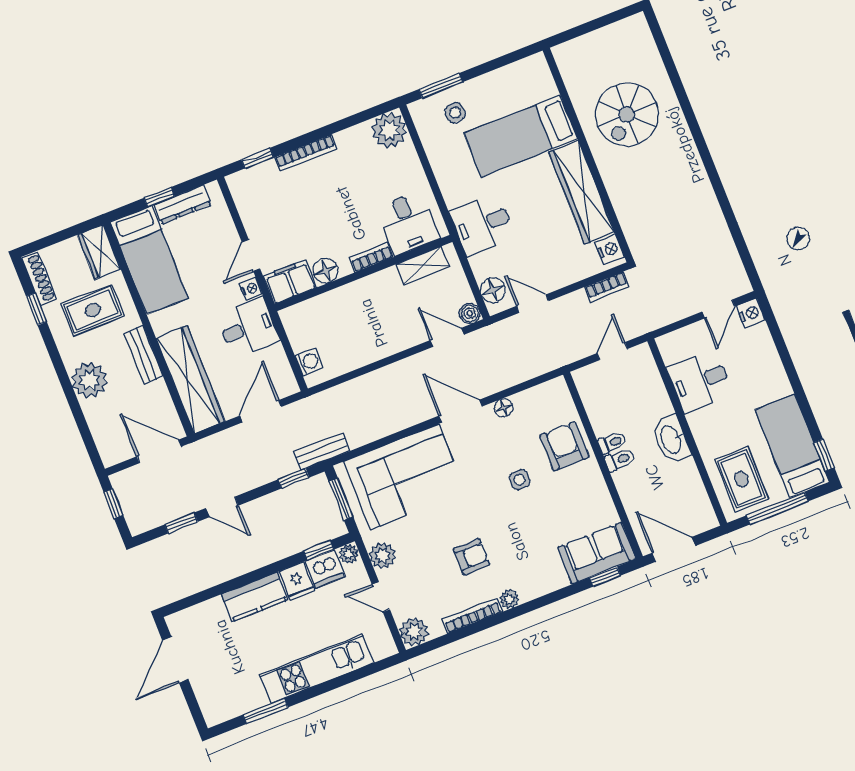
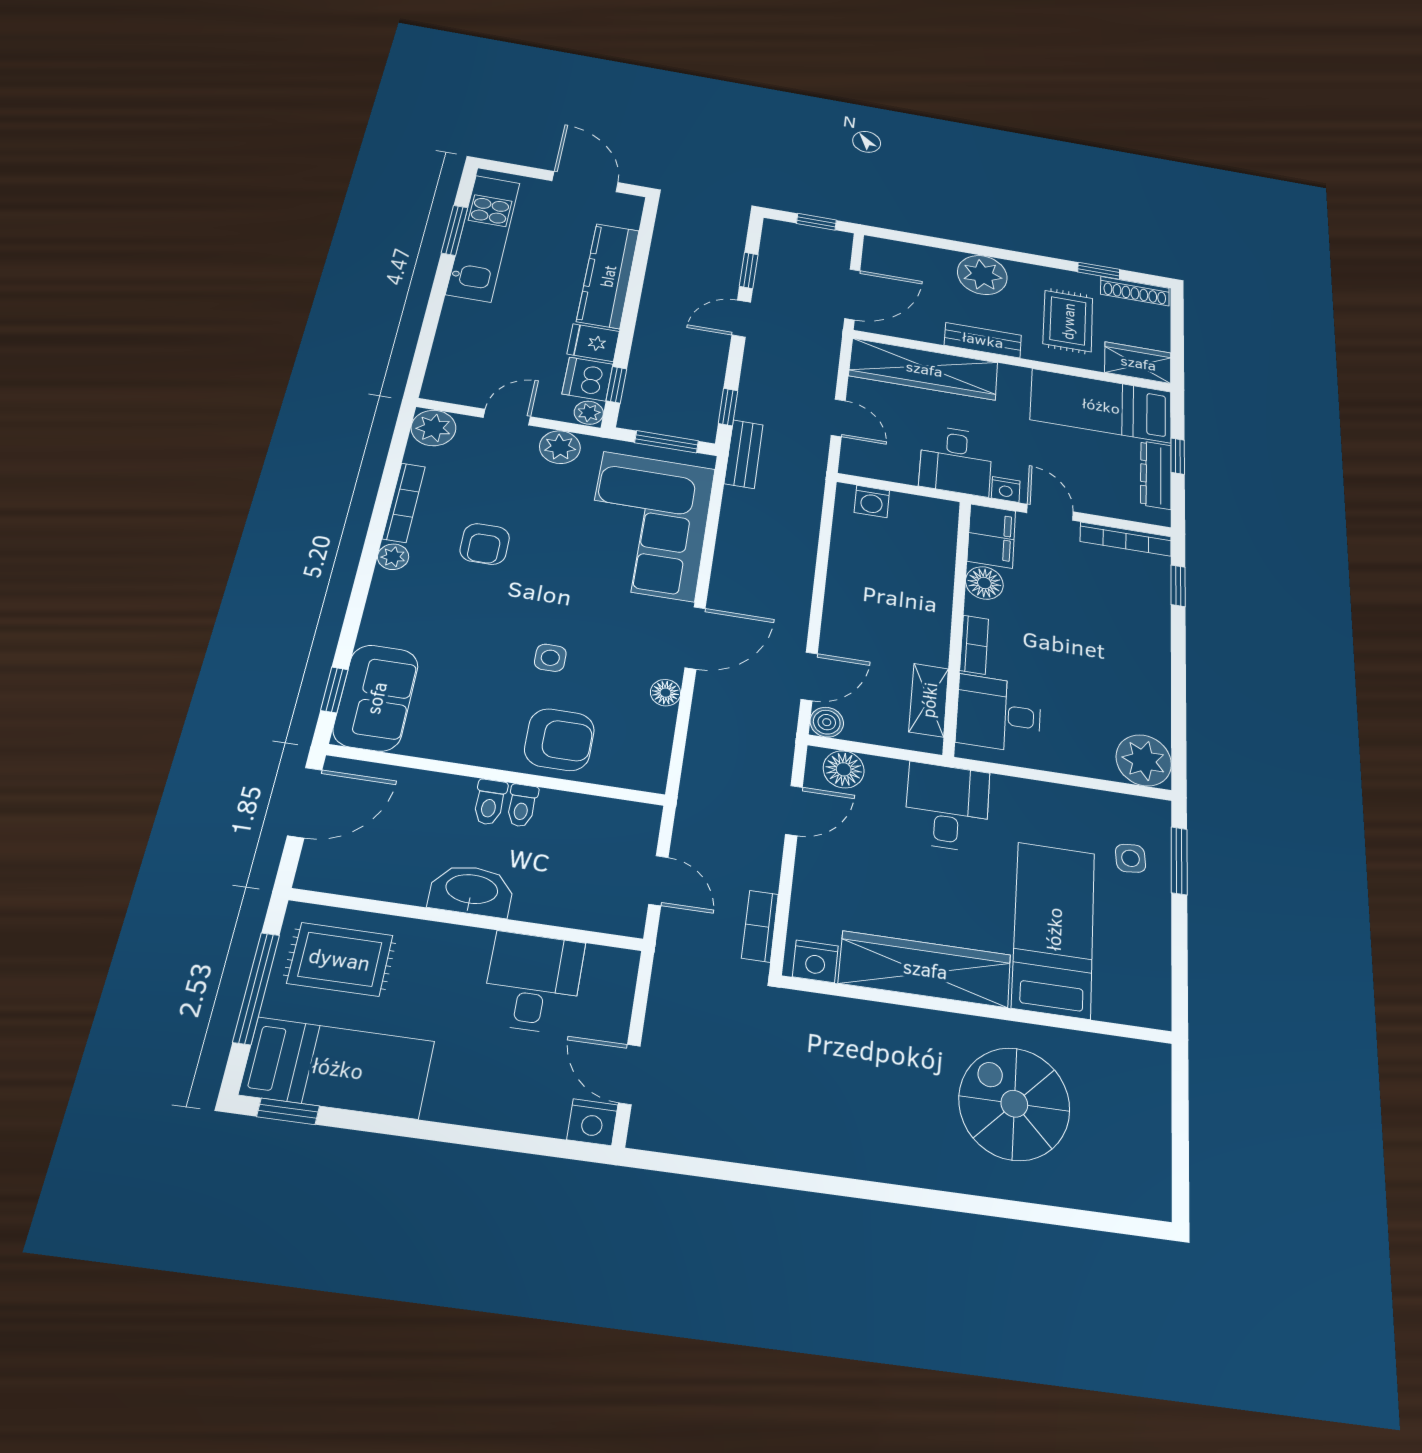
bookcase: (306, 153) -> (1126, 539), moved, turned -90
door: (260, 411) -> (838, 418), width x0.73
kitchen counter: (255, 597) -> (608, 276), width x1.50
kitchen unit: (317, 669) -> (483, 238), moved

